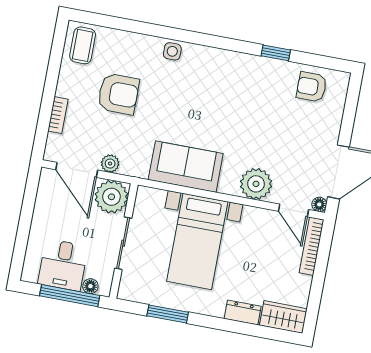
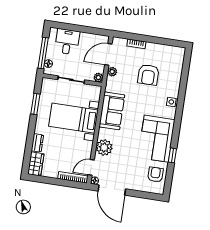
coffee table: (83, 45) -> (173, 55), removed
corner sofa: (242, 83) -> (156, 139), added
plant: (111, 197) -> (98, 78), width x0.53, depth x0.53
desk: (63, 265) -> (67, 42), moved, turned 90

